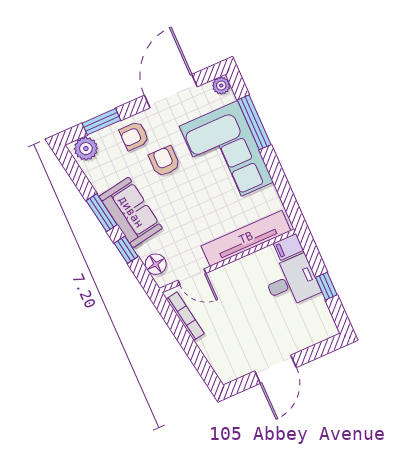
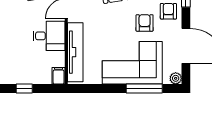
armchair: (164, 161) -> (145, 23), turned -90
desk: (292, 282) -> (49, 36), moved, turned -90

